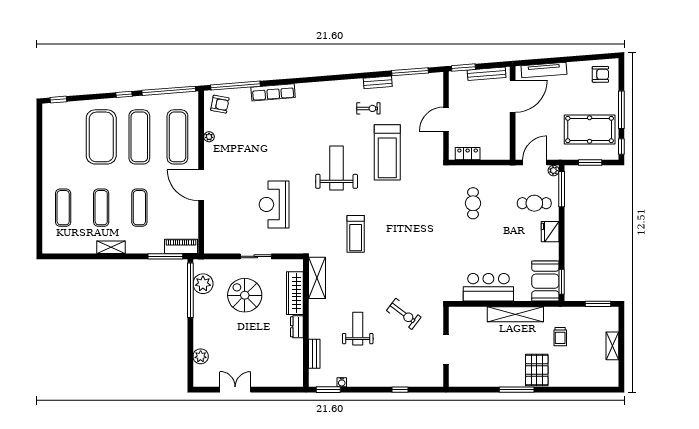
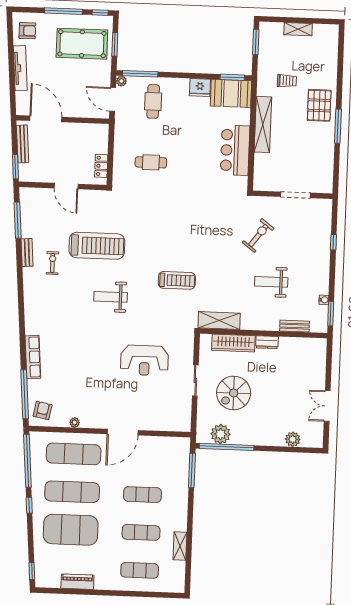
tv unit: (544, 70) -> (20, 68), moved
armchair: (600, 74) -> (27, 31), turned 90
pool table: (590, 130) -> (82, 44), turned 90
weight bench: (337, 168) -> (111, 297), width x0.73, depth x0.75
fridge: (550, 232) -> (200, 87), moved
piano: (181, 246) -> (77, 582), moved, turned 90
shelving: (111, 247) -> (180, 546), moved
pallet: (537, 370) -> (319, 105), turned 90

